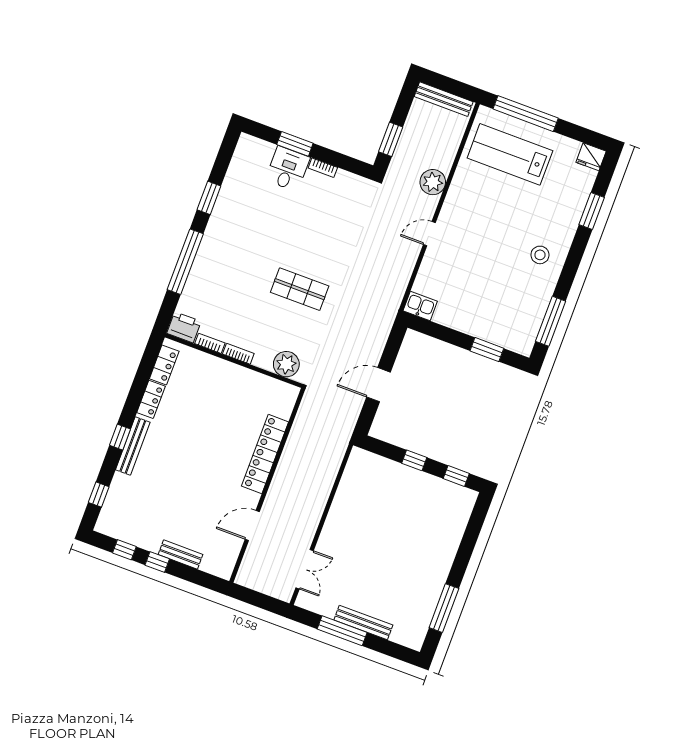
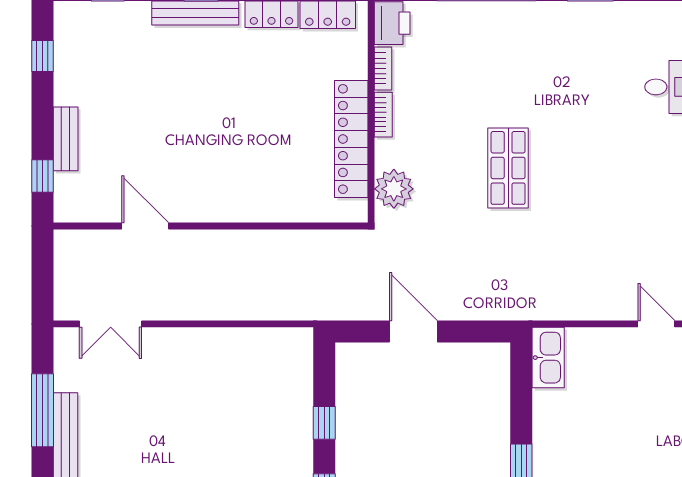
kitchen sink: (420, 306) -> (548, 358), width x1.38
locker: (265, 454) -> (351, 139), moved, turned -90
window: (157, 562) -> (42, 176), moved

